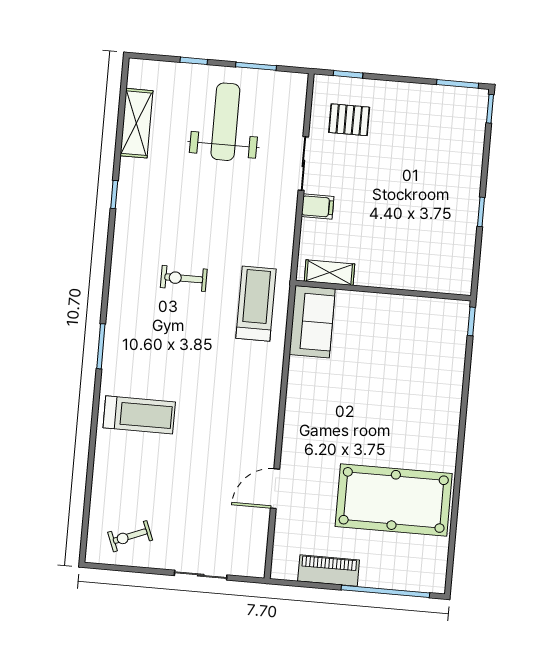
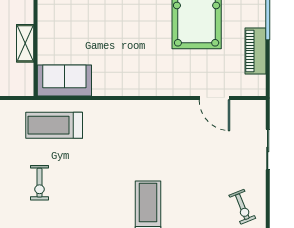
shelving: (330, 273) -> (25, 43), moved
door: (275, 489) -> (214, 98), moved

